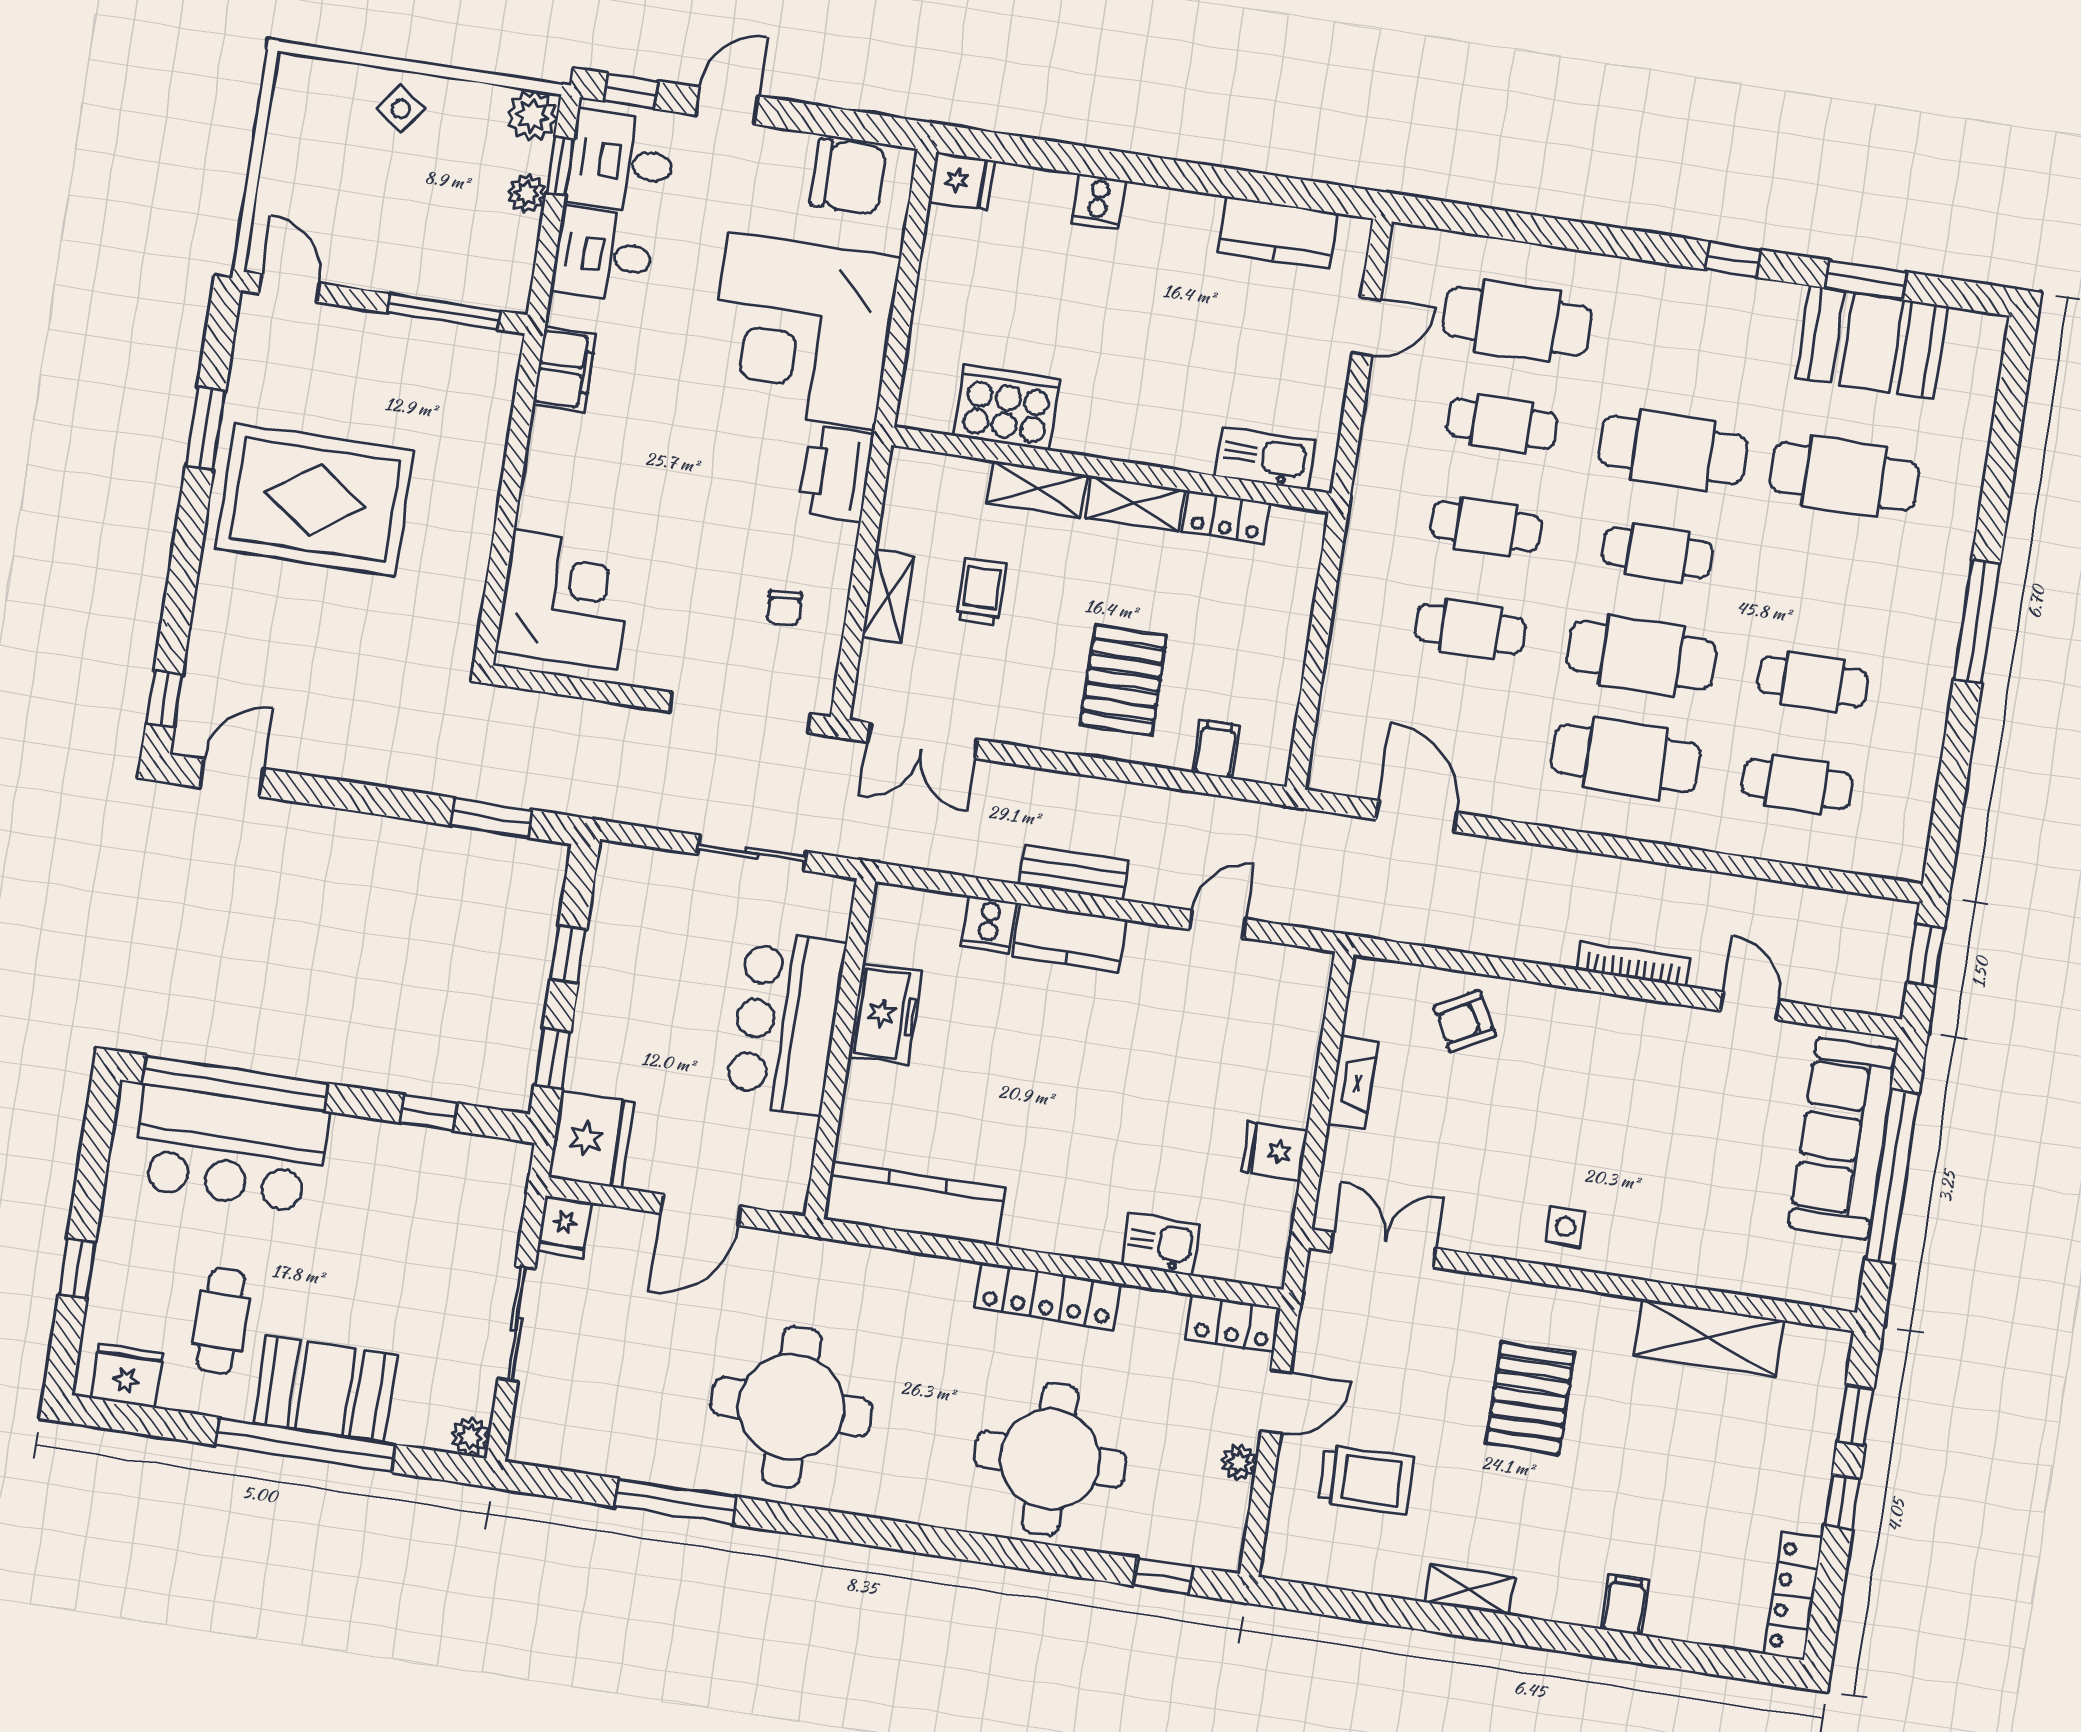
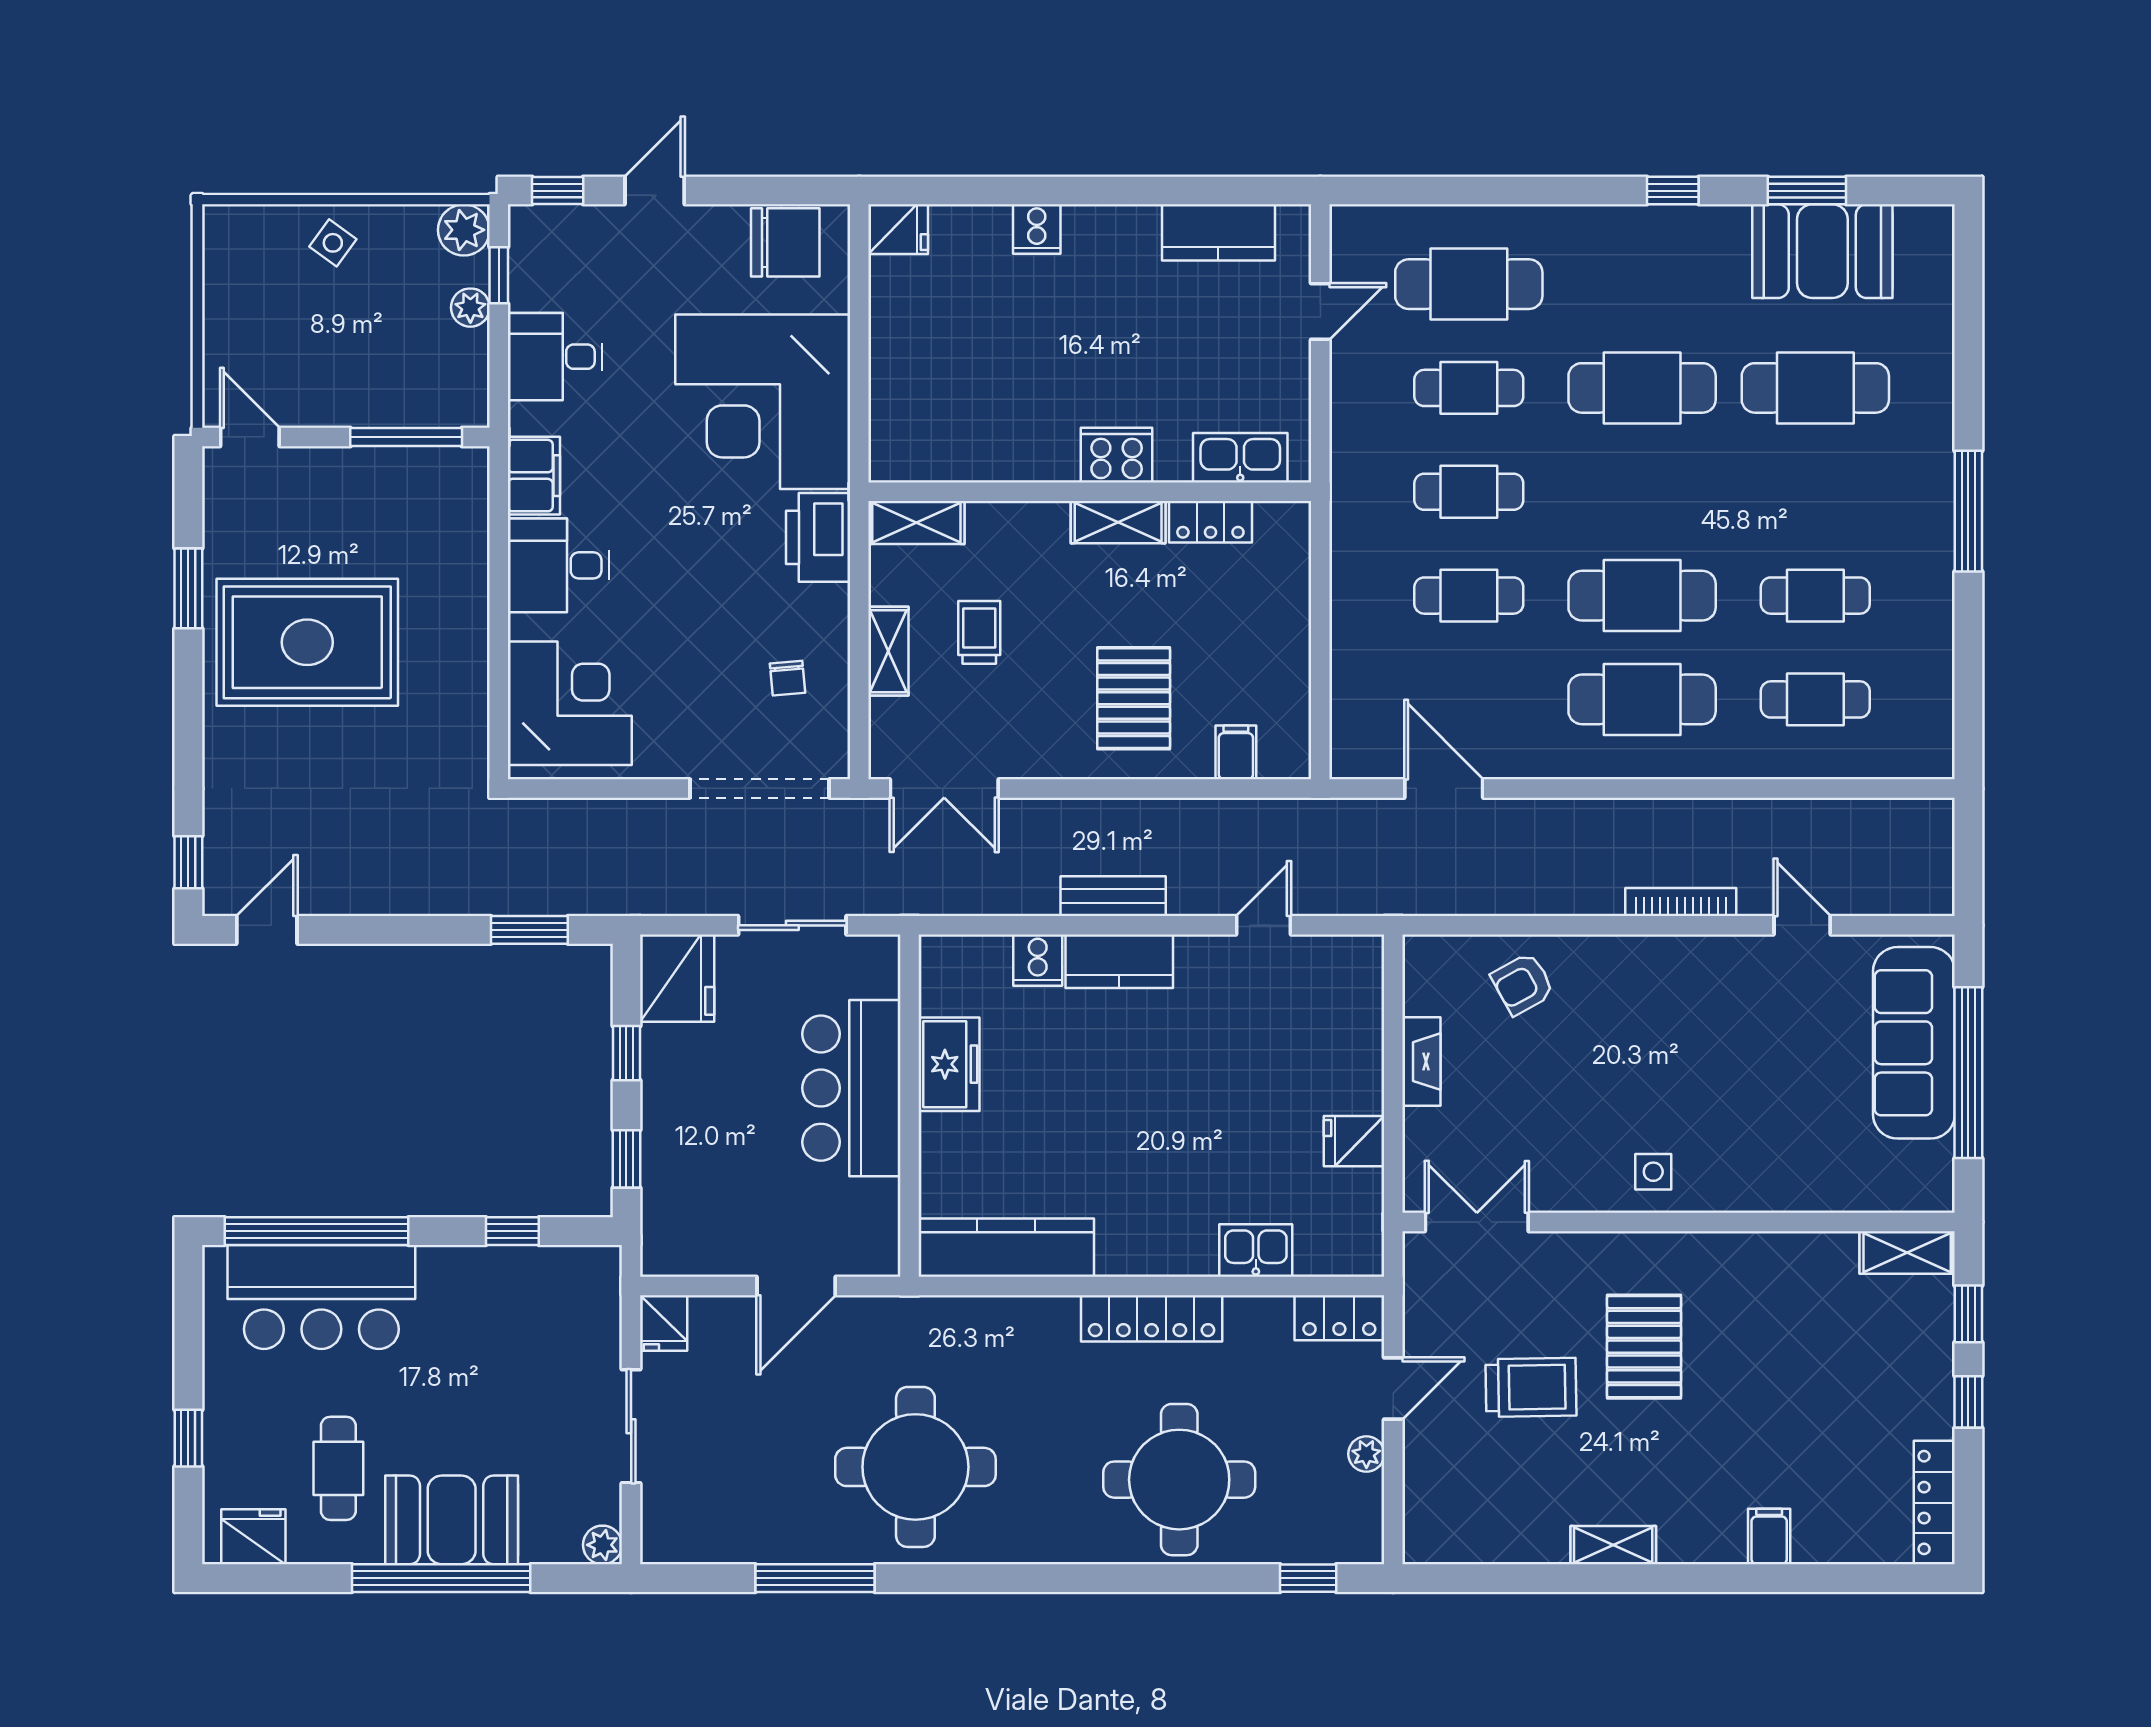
desk: (621, 162) -> (559, 565), moved
cooker: (1007, 408) -> (1117, 455), moved, width x0.73, depth x0.76
shelving: (1037, 489) -> (916, 522), moved
cafe table: (1657, 553) -> (1642, 492), removed
window: (1926, 955) -> (1968, 849), removed
fridge: (591, 1140) -> (677, 978), moved
shelving: (1709, 1338) -> (1907, 1253), moved, width x0.67, depth x0.75
trolley: (1366, 1480) -> (1531, 1387), moved

